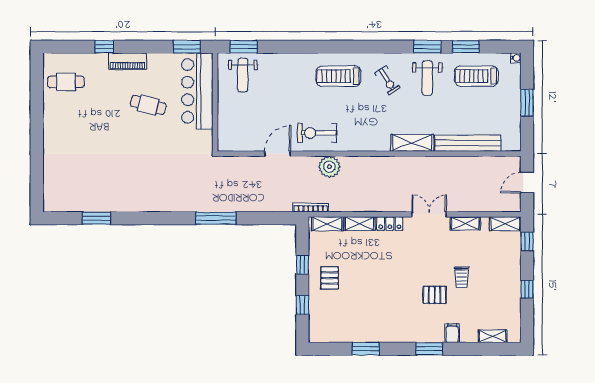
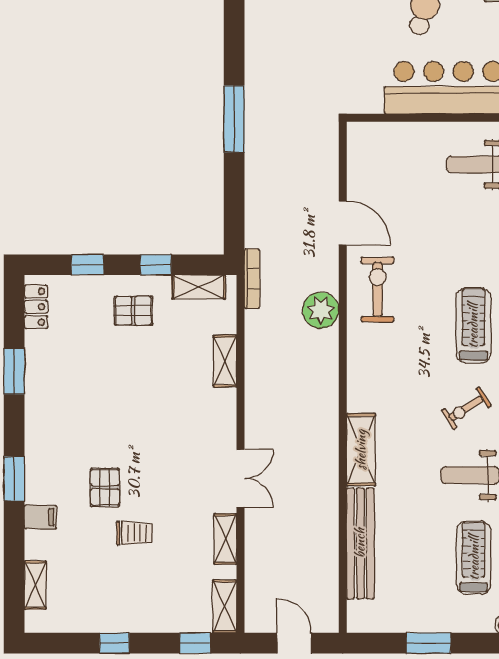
shelving: (327, 224) -> (199, 287), moved, turned 90
locker: (390, 224) -> (36, 307), moved, turned 180
trolley: (462, 277) -> (134, 533), turned 180

